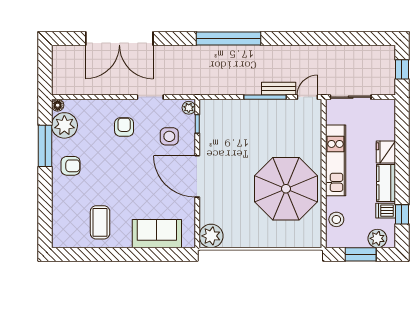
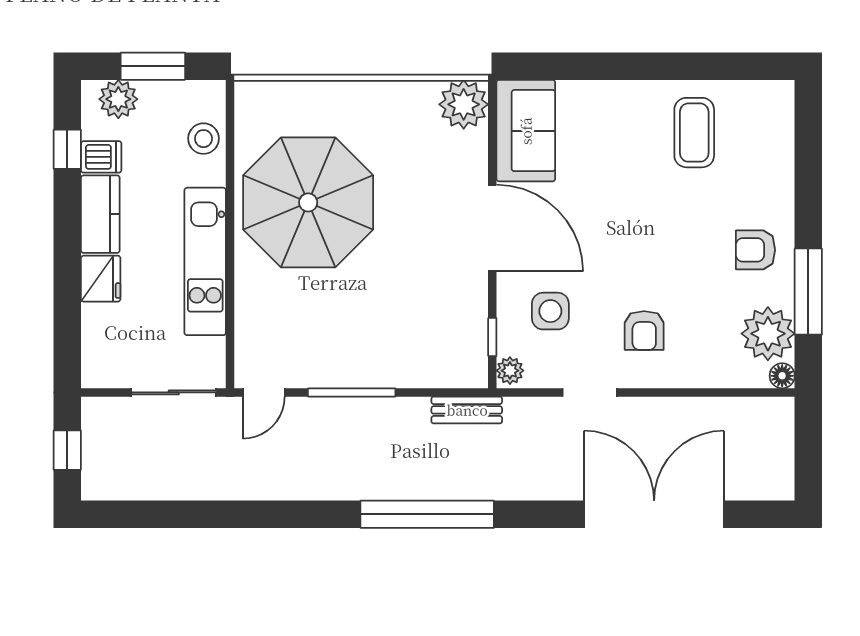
bench: (279, 89) -> (467, 410), moved
sofa: (157, 234) -> (526, 131), moved, turned -90

